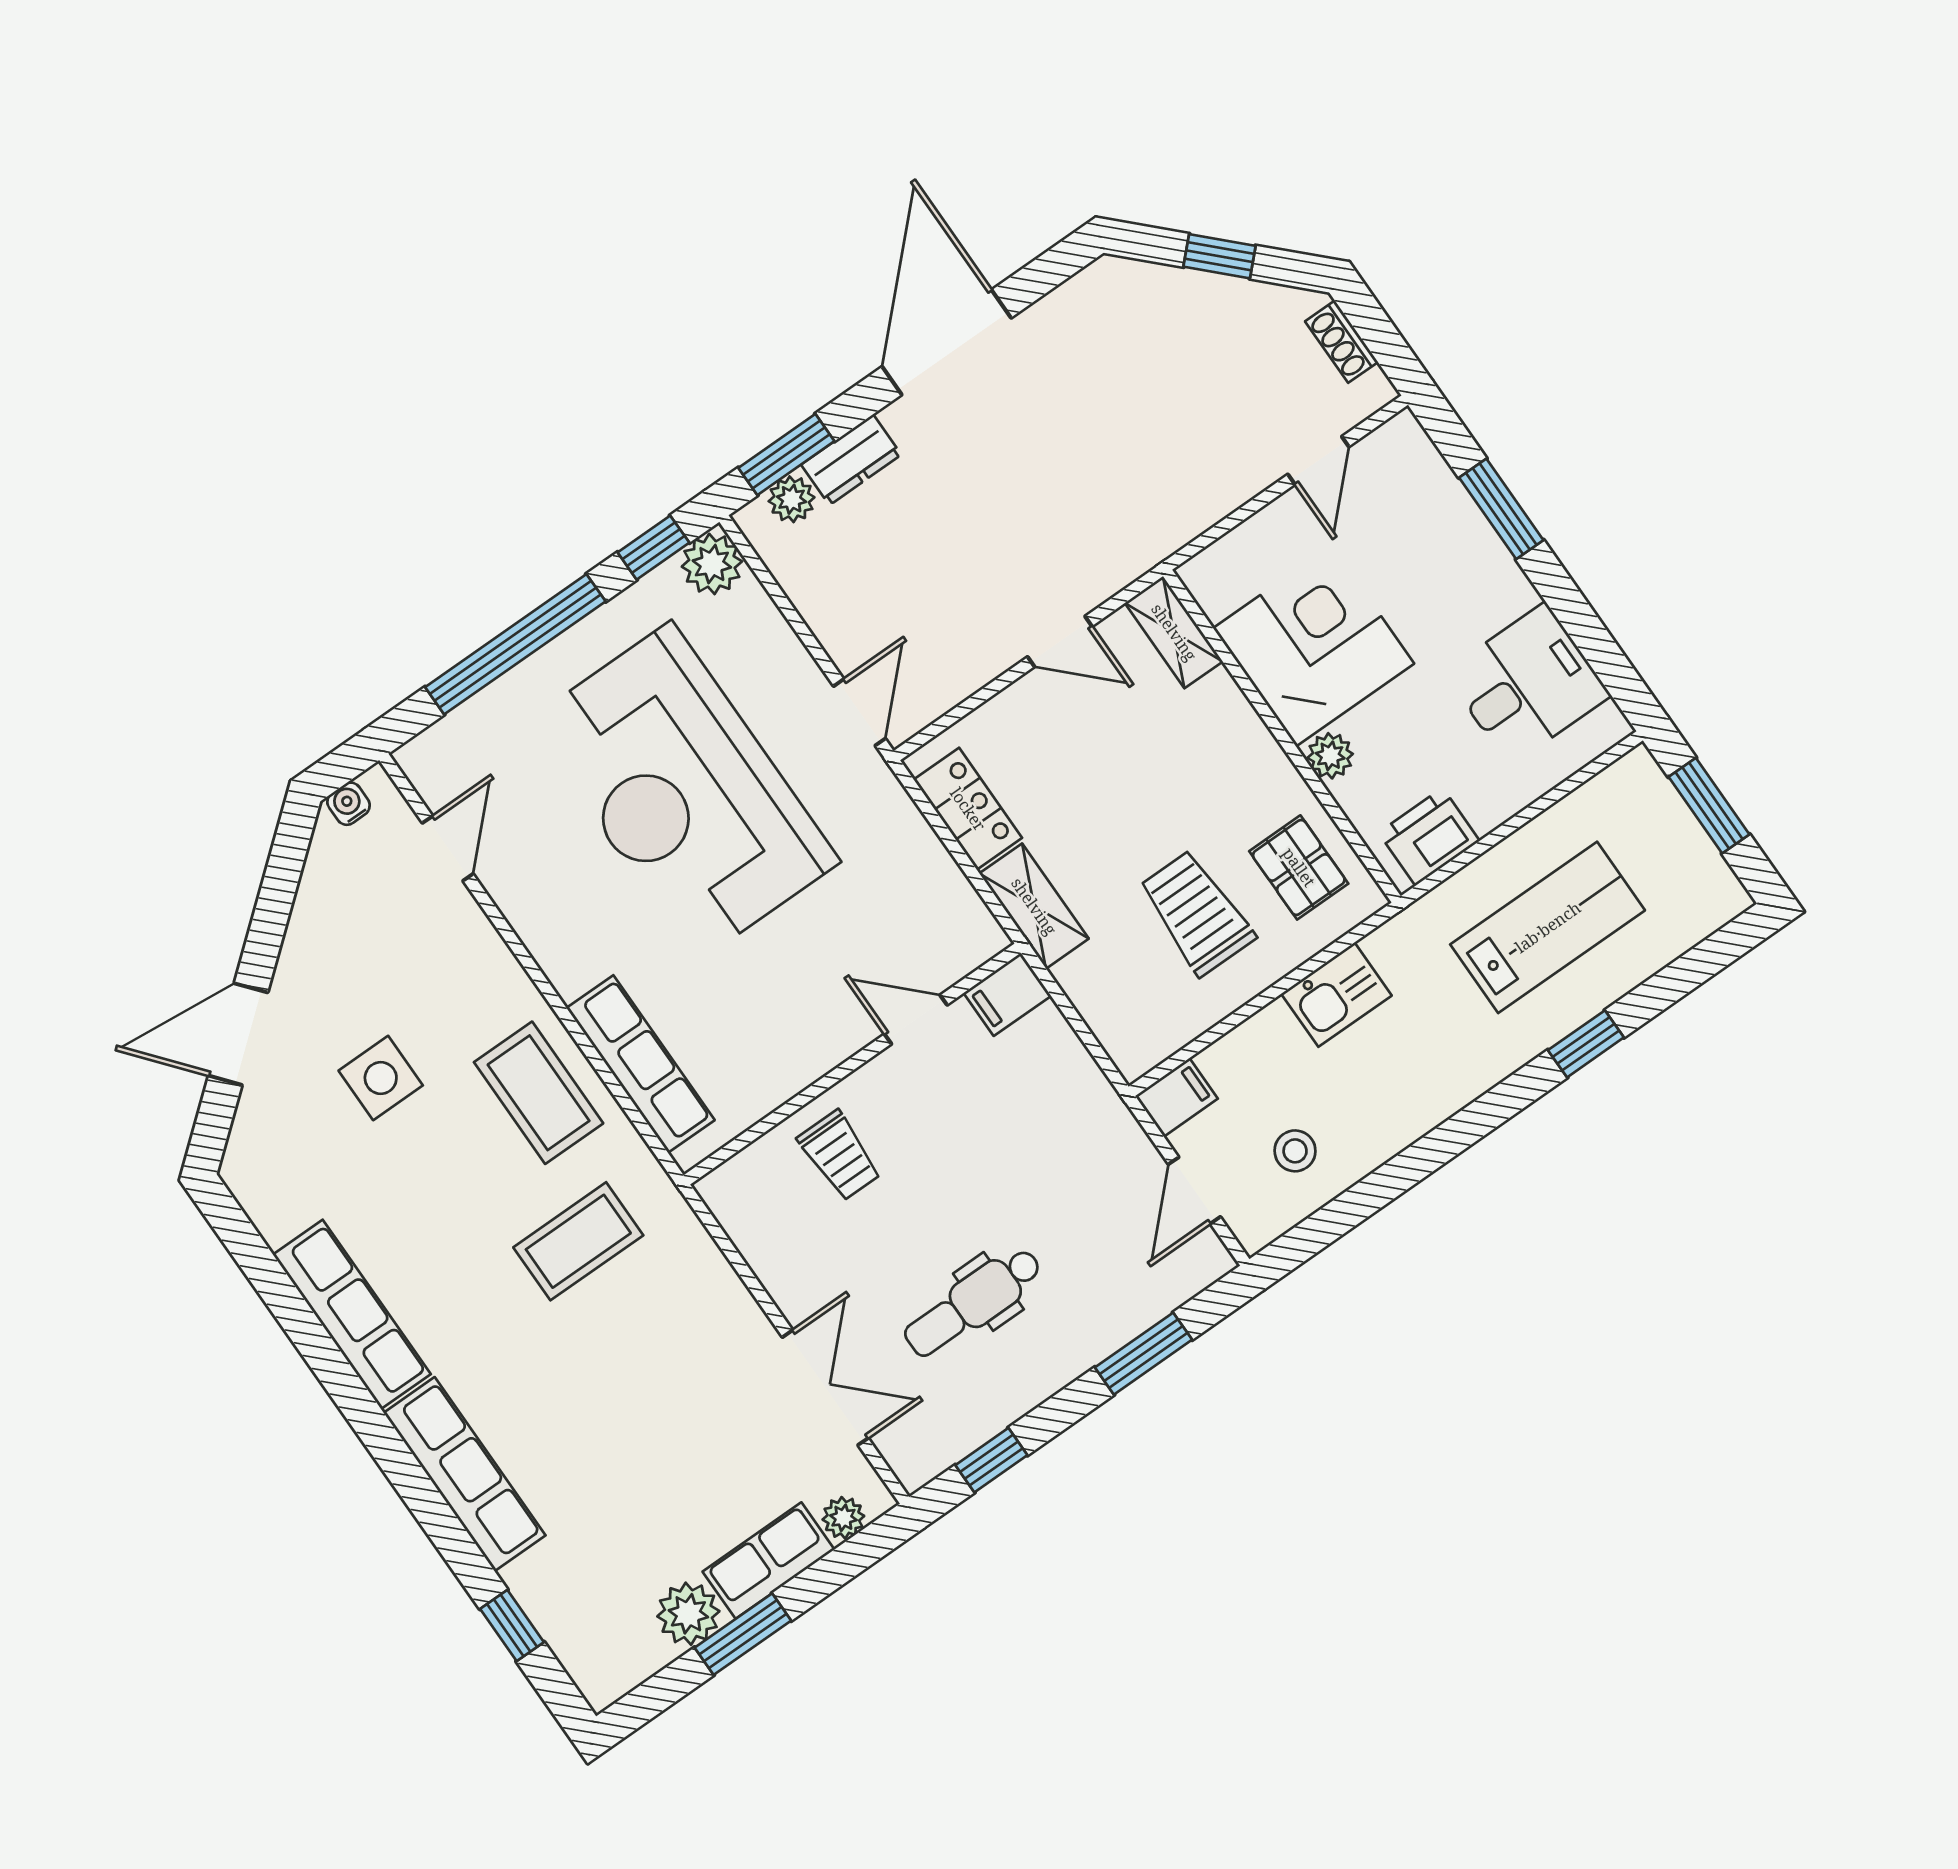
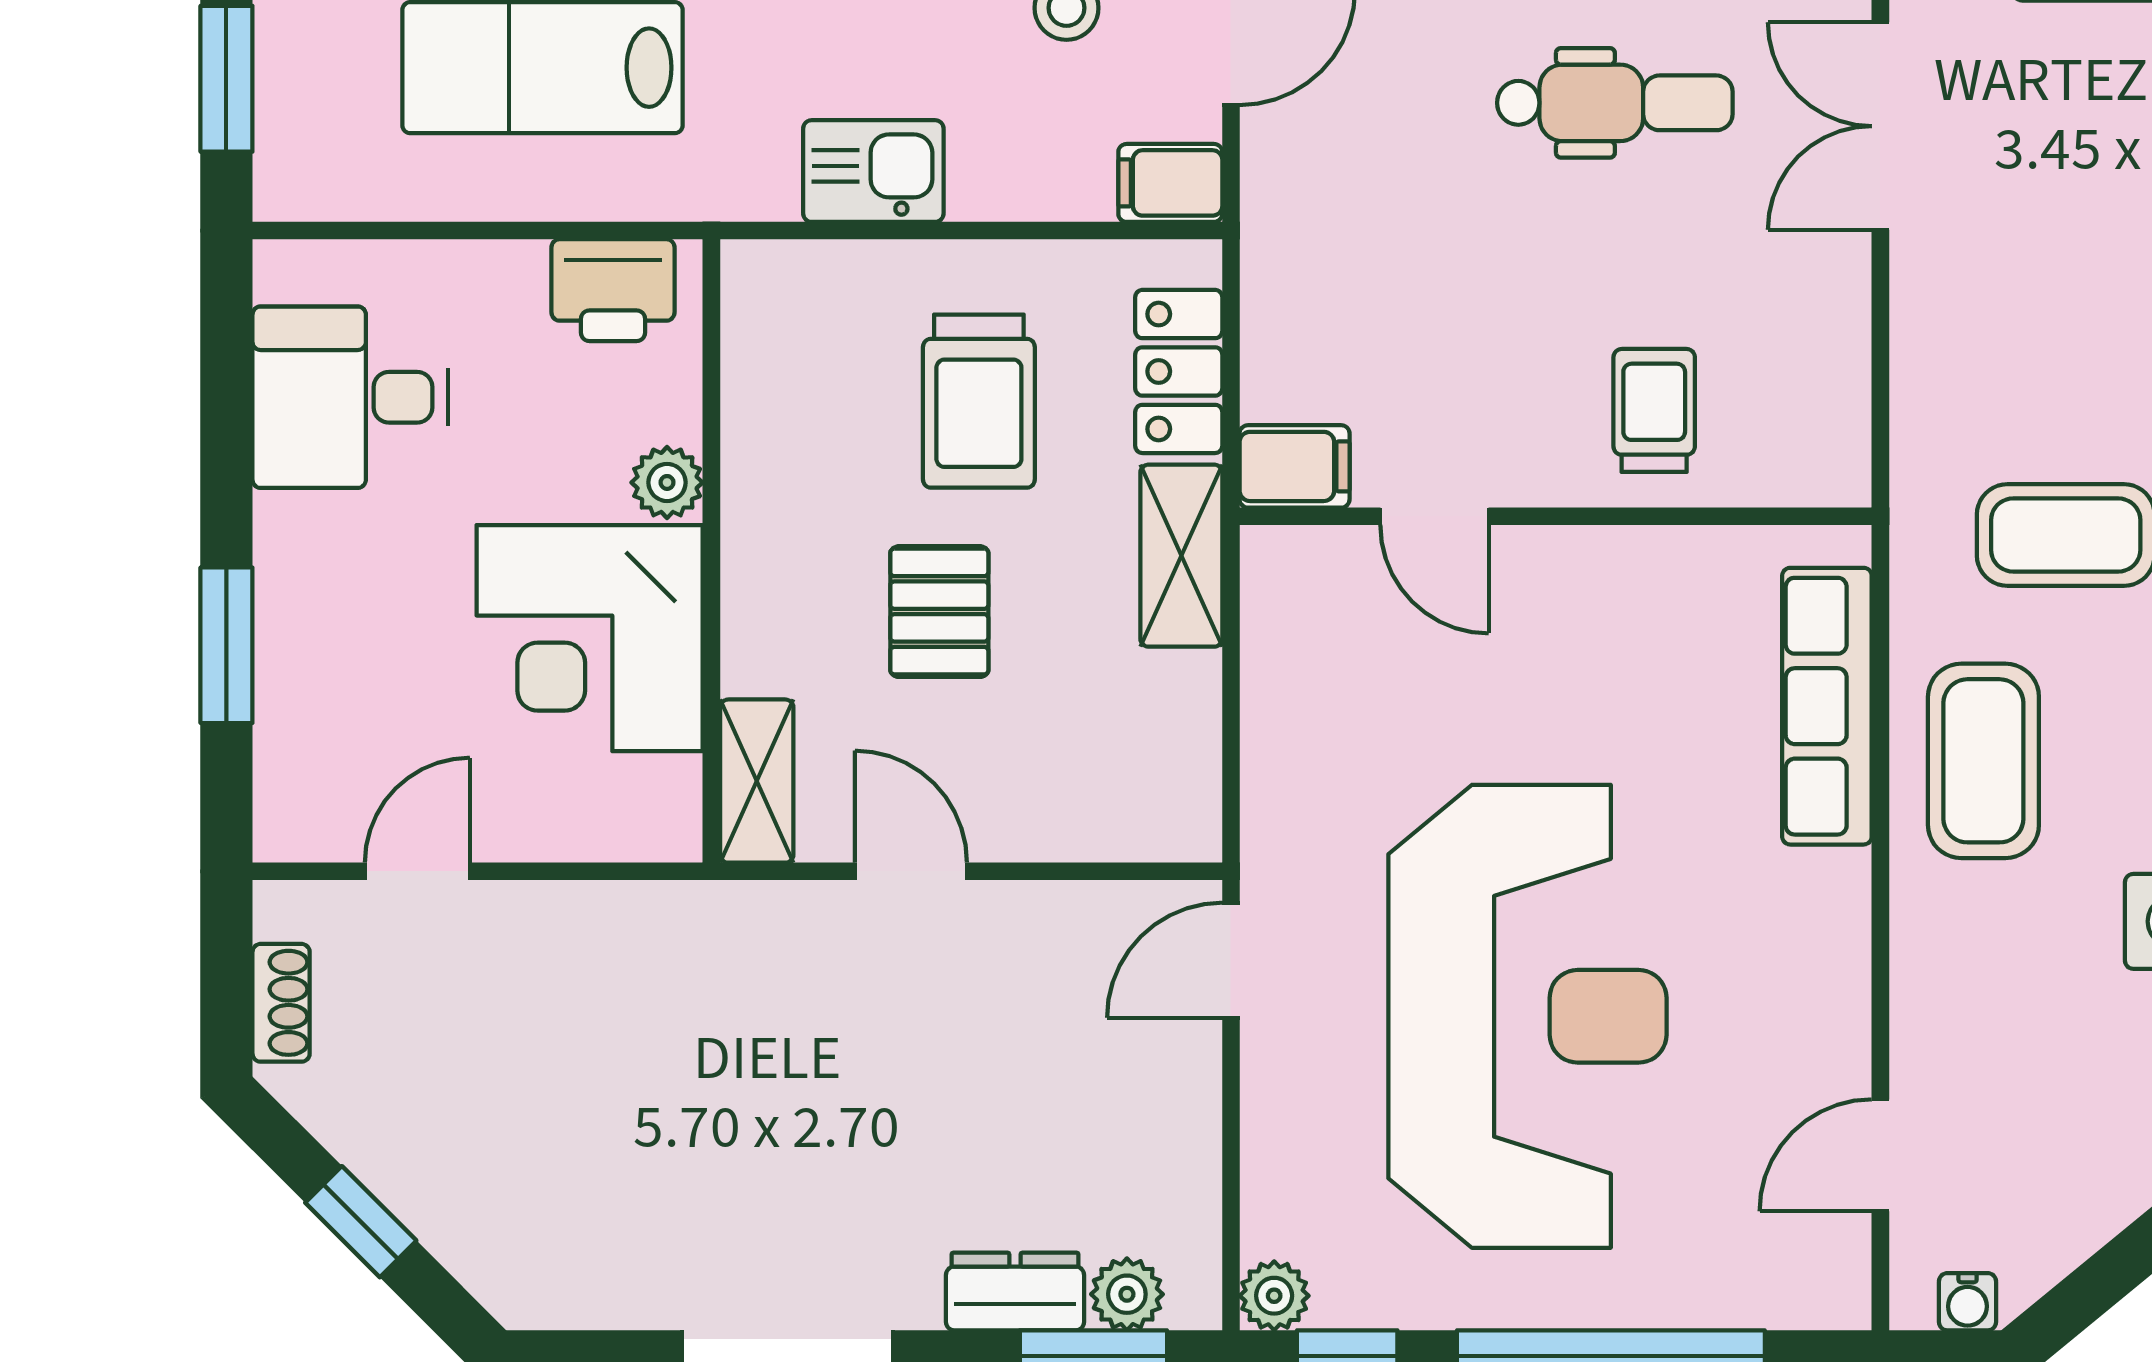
plant: (712, 564) -> (1274, 1296), width x0.73, depth x0.73
locker: (968, 809) -> (1179, 371), moved
pallet: (1299, 867) -> (939, 612), moved

